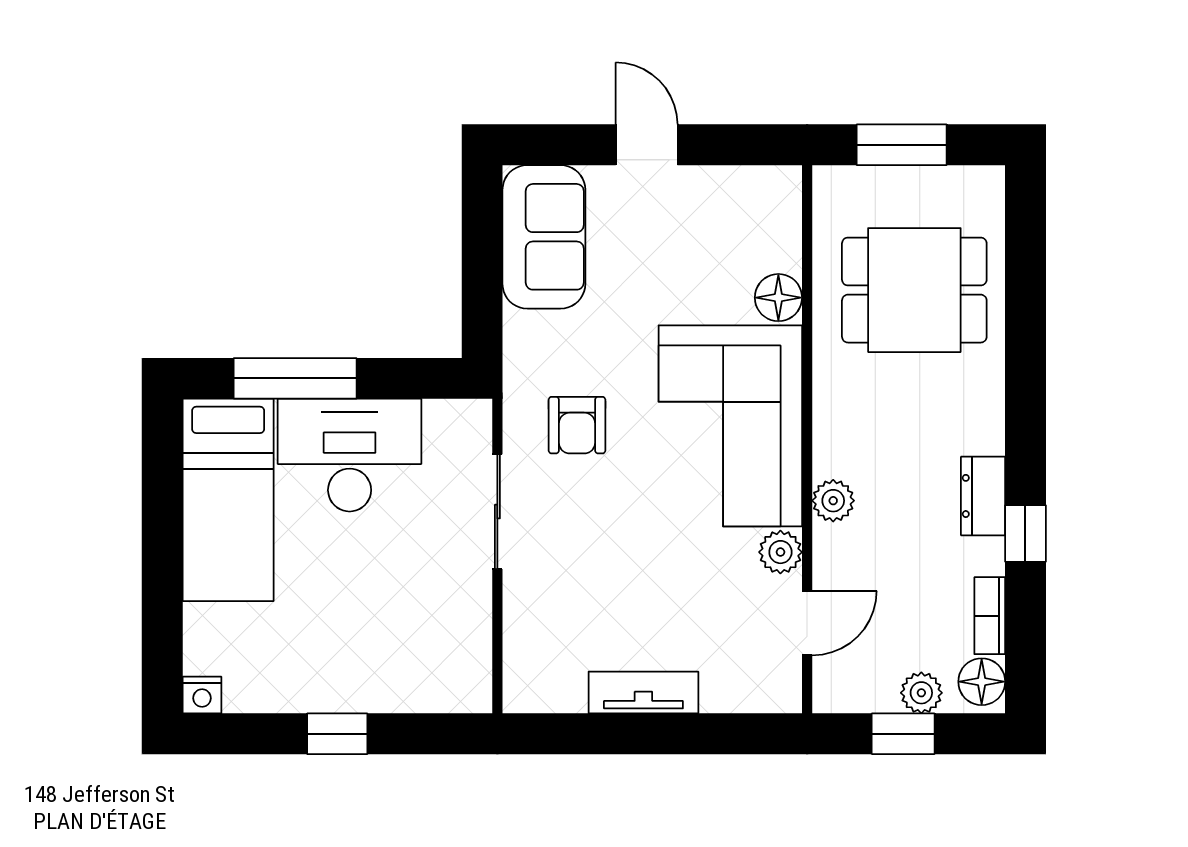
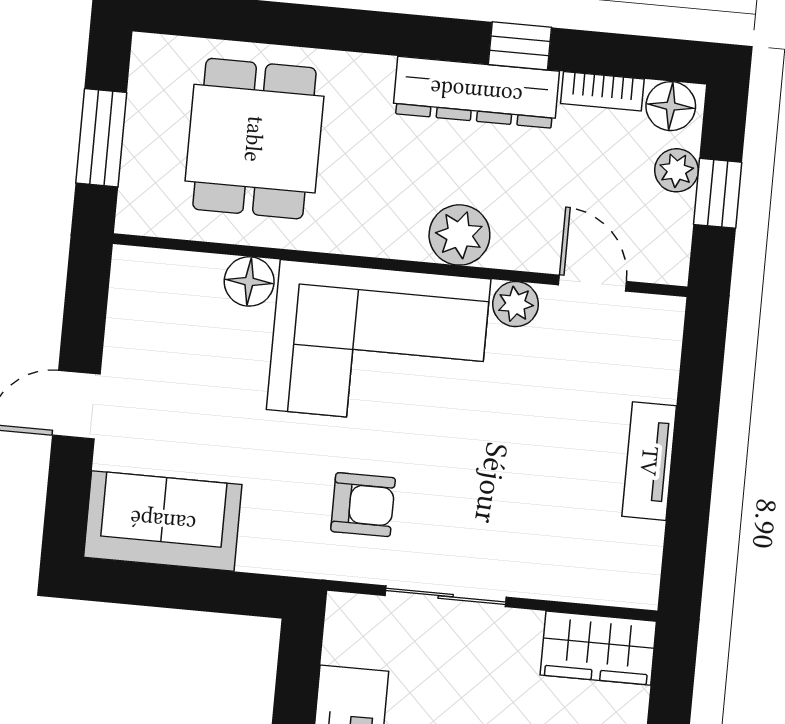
dresser: (983, 496) -> (476, 92), width x1.96, depth x1.24
plant: (833, 501) -> (459, 235), width x1.38, depth x1.38
wardrobe: (462, 661) -> (598, 648), added

